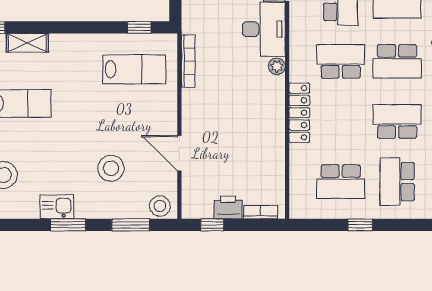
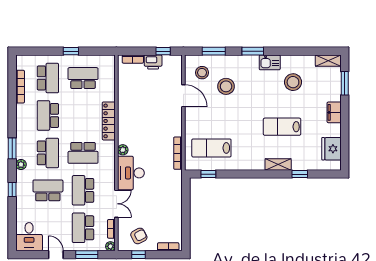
school desk: (397, 61) -> (48, 153), turned 90
school desk: (397, 121) -> (48, 115), turned 90
stool: (160, 206) -> (202, 73), moved
kitchen sink: (57, 207) -> (270, 62), moved

